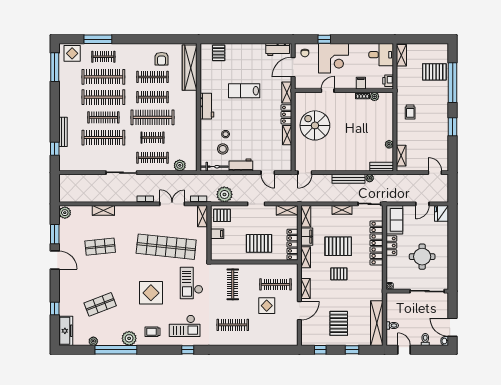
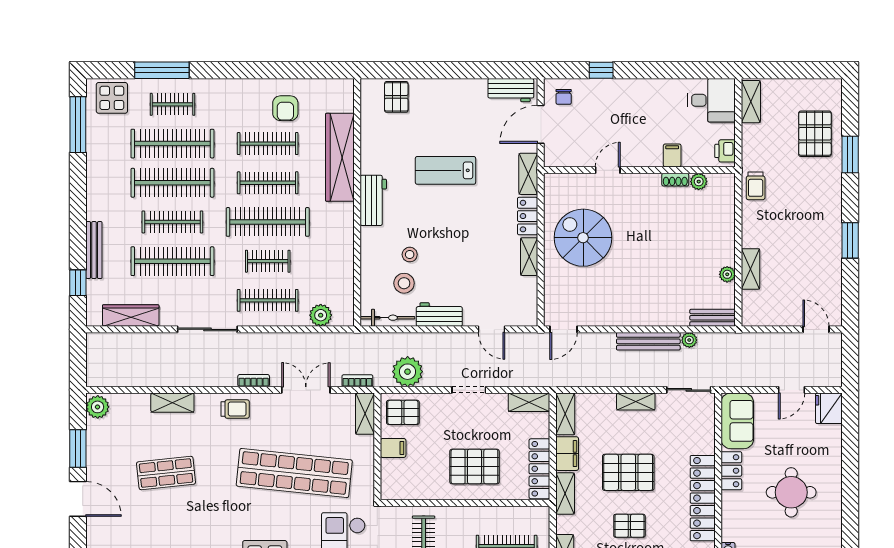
corner desk: (333, 58) -> (619, 107), removed
wardrobe: (190, 68) -> (340, 157), moved
pallet: (434, 72) -> (815, 134), turned 90
window: (453, 83) -> (850, 154), width x0.47
trolley: (410, 112) -> (756, 186), moved
shelving: (401, 156) -> (750, 269), moved
wardrobe: (82, 166) -> (131, 315), added
trolley: (136, 214) -> (235, 409), added
locker: (377, 243) -> (703, 498), moved

